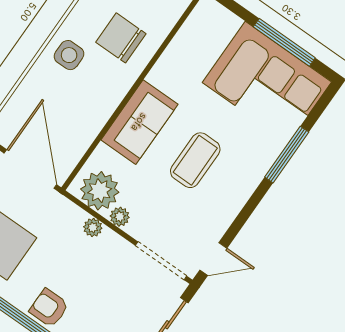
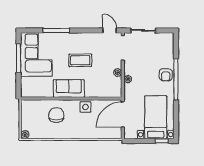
chair: (121, 38) -> (56, 115), turned 180
side table: (69, 55) -> (85, 107), moved
sofa: (139, 122) -> (69, 89), moved
plant: (100, 191) -> (114, 86), removed

